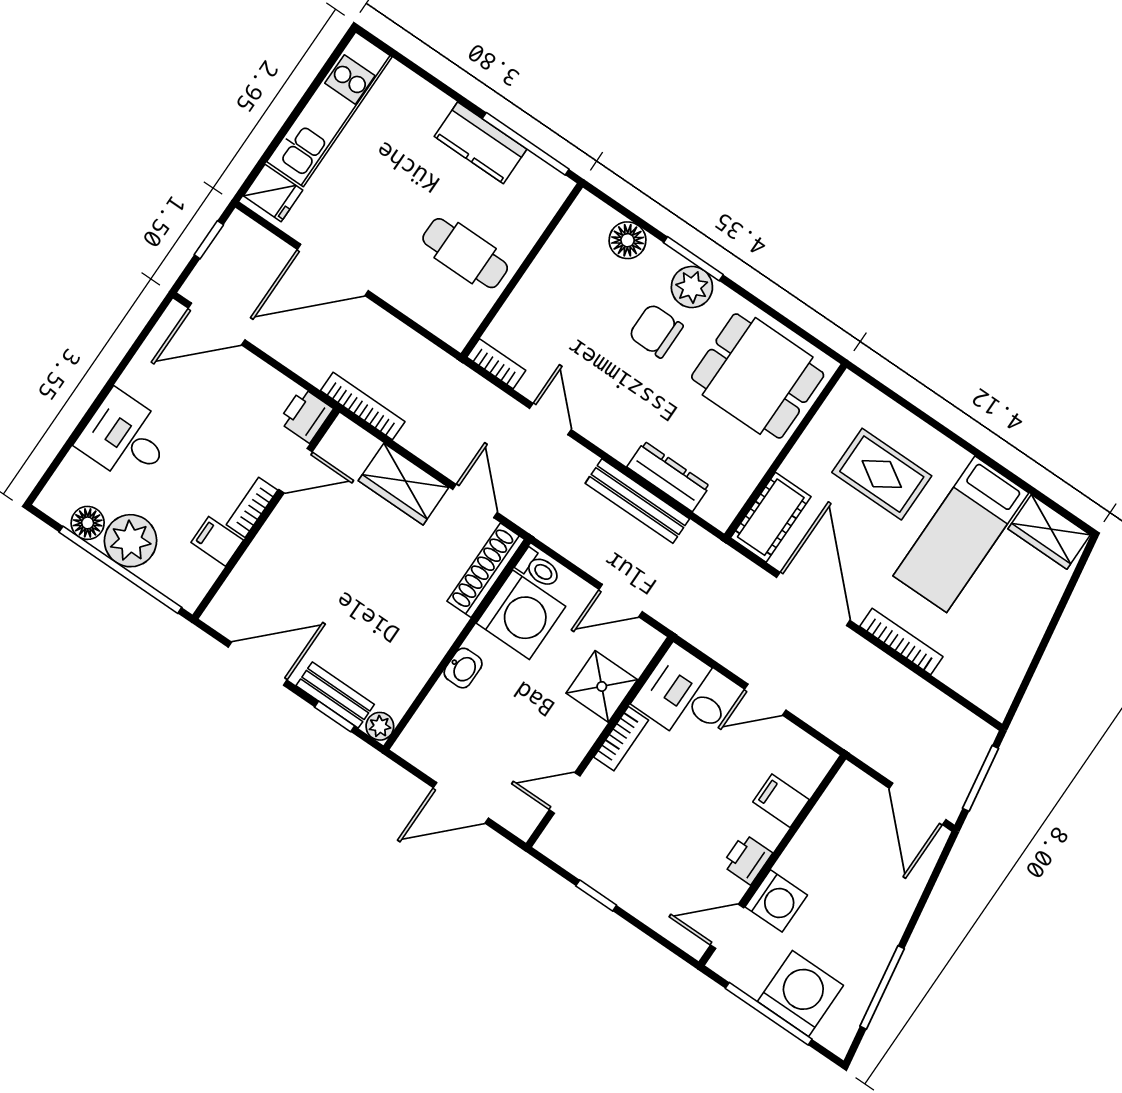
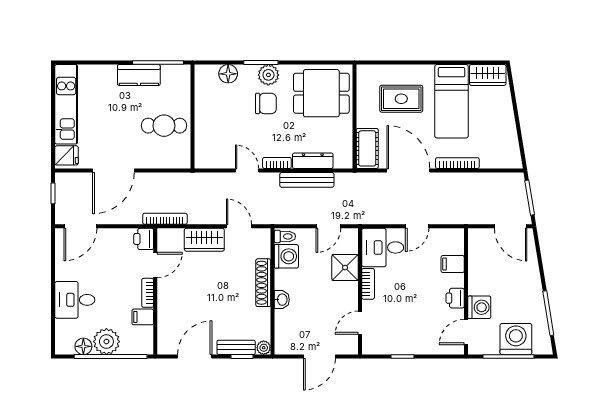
chair: (656, 331) -> (266, 103), turned 180
bookcase: (496, 364) -> (277, 163), moved
shoe rack: (486, 570) -> (263, 283), moved
washing machine: (521, 615) -> (286, 256), width x0.73, depth x0.73

